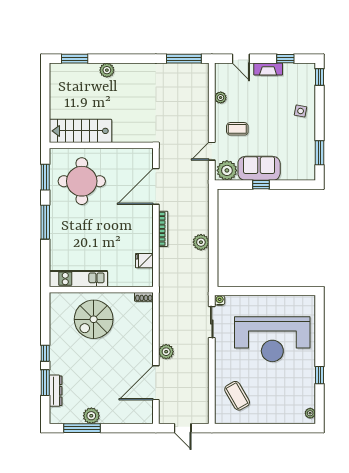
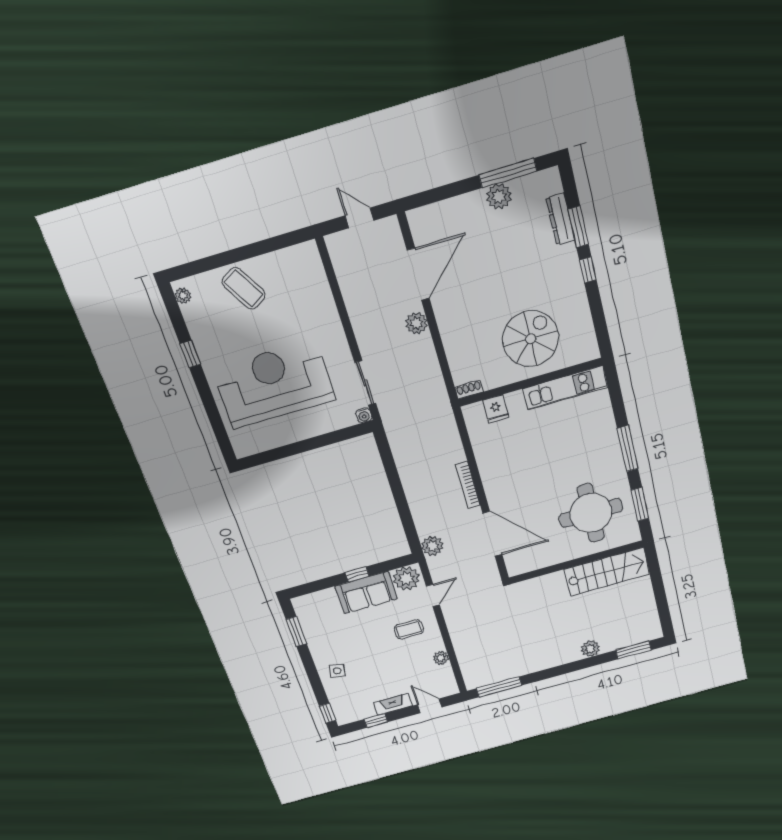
door: (156, 186) -> (492, 534), hinge flipped
plant: (201, 242) -> (432, 546), moved
fridge: (144, 261) -> (496, 409), moved, turned 90
coffee table: (237, 396) -> (244, 288), moved

